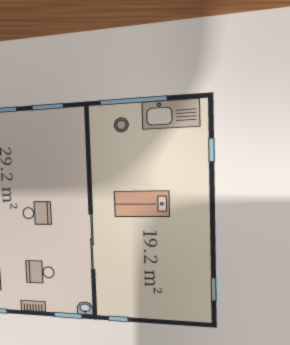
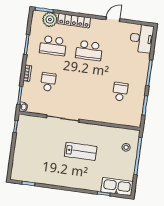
kitchen sink: (171, 114) -> (117, 187), moved, turned 90
lab bench: (142, 204) -> (81, 151), turned 90
school desk: (37, 213) -> (120, 92), moved, turned 180

